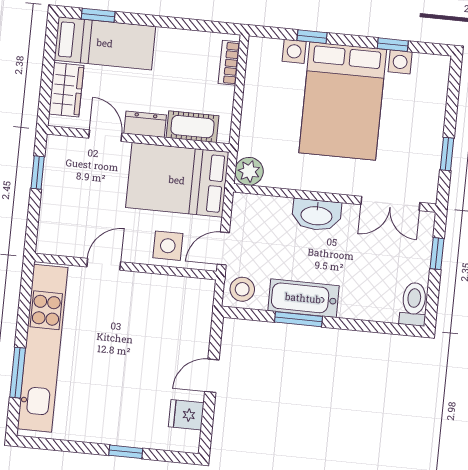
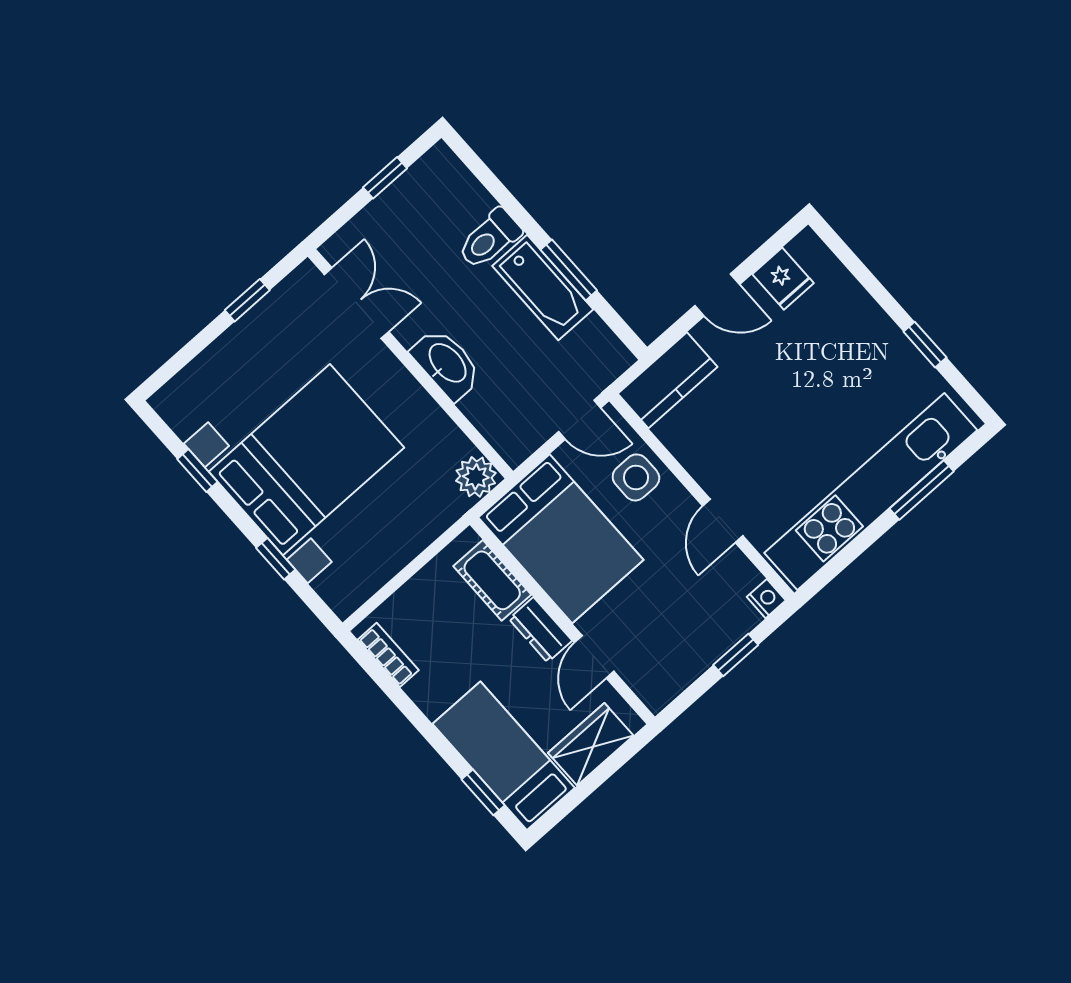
bookcase: (229, 63) -> (388, 655), moved, turned -90
window: (38, 172) -> (736, 655), moved
nightstand: (46, 245) -> (766, 599), added
window: (437, 254) -> (385, 178), moved
door: (104, 264) -> (723, 521), hinge flipped
stool: (242, 289) -> (599, 358), removed
toilet: (414, 304) -> (489, 239), moved
kitchen counter: (197, 310) -> (668, 380), added
window: (126, 452) -> (925, 345), moved

